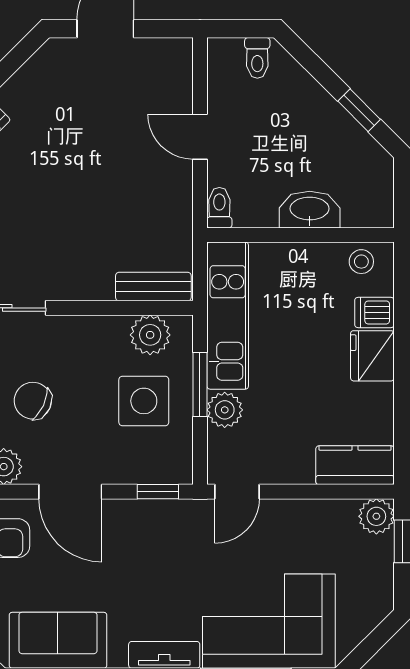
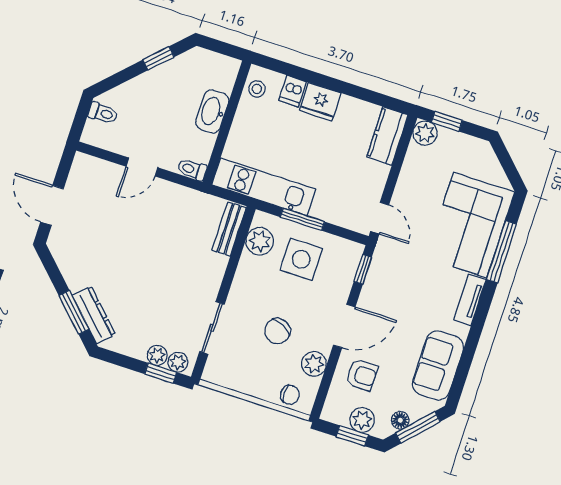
plant: (225, 410) -> (324, 209), removed

